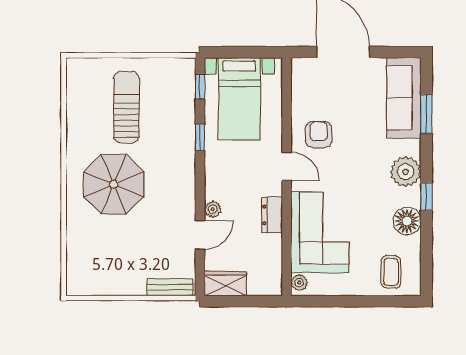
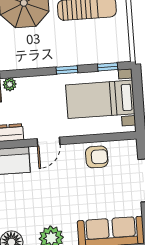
armchair: (319, 135) -> (97, 157), moved

